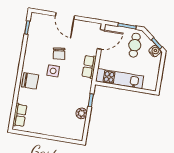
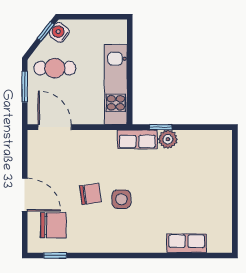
door: (65, 16) -> (25, 195), hinge flipped
row of seats: (89, 67) -> (137, 139), moved
chair: (30, 81) -> (53, 225), moved, turned 90
plant: (82, 113) -> (168, 139), moved
row of seats: (20, 115) -> (187, 243), moved

